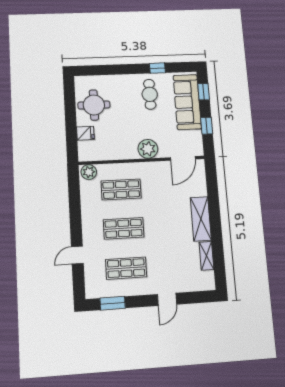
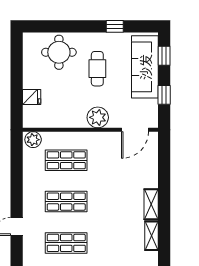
cafe table: (150, 94) -> (97, 69), moved
round table: (94, 105) -> (59, 52), moved
shelving: (201, 219) -> (151, 204), width x0.67, depth x0.75

